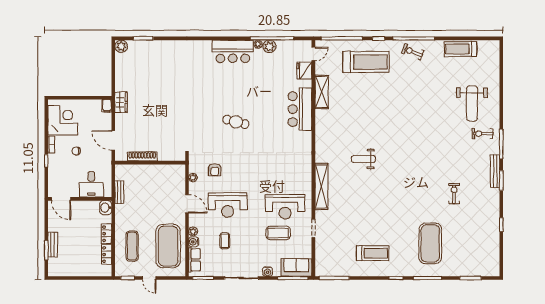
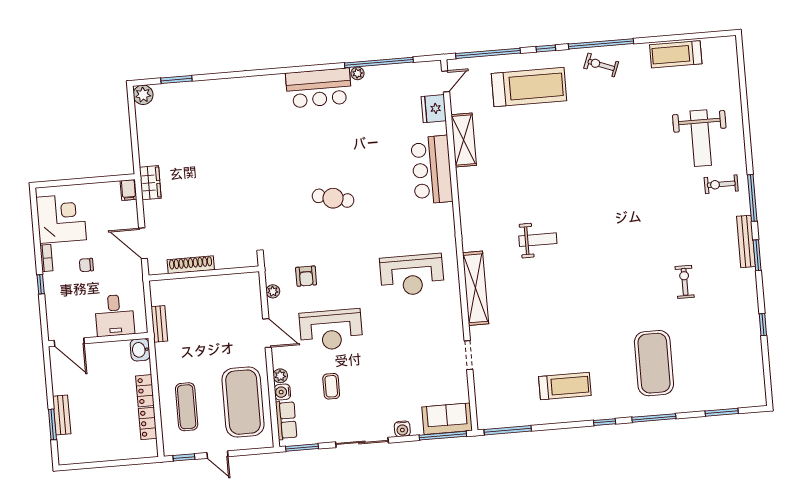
plant: (269, 46) -> (376, 75), removed
weight bench: (363, 159) -> (538, 240), turned 180
reception desk: (285, 207) -> (412, 275), moved
coffee table: (278, 233) -> (414, 367), removed

